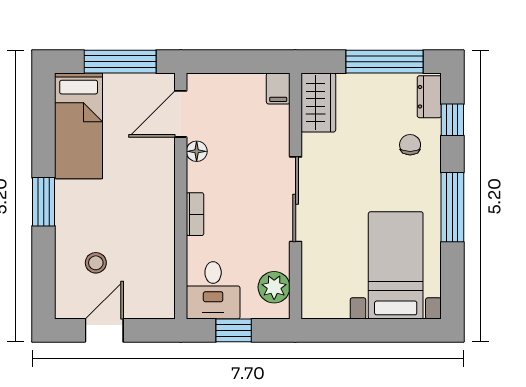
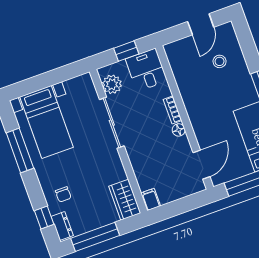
floor lamp: (197, 151) -> (179, 130), moved
sliding door: (296, 199) -> (112, 123), moved
window: (452, 207) -> (20, 151), moved

